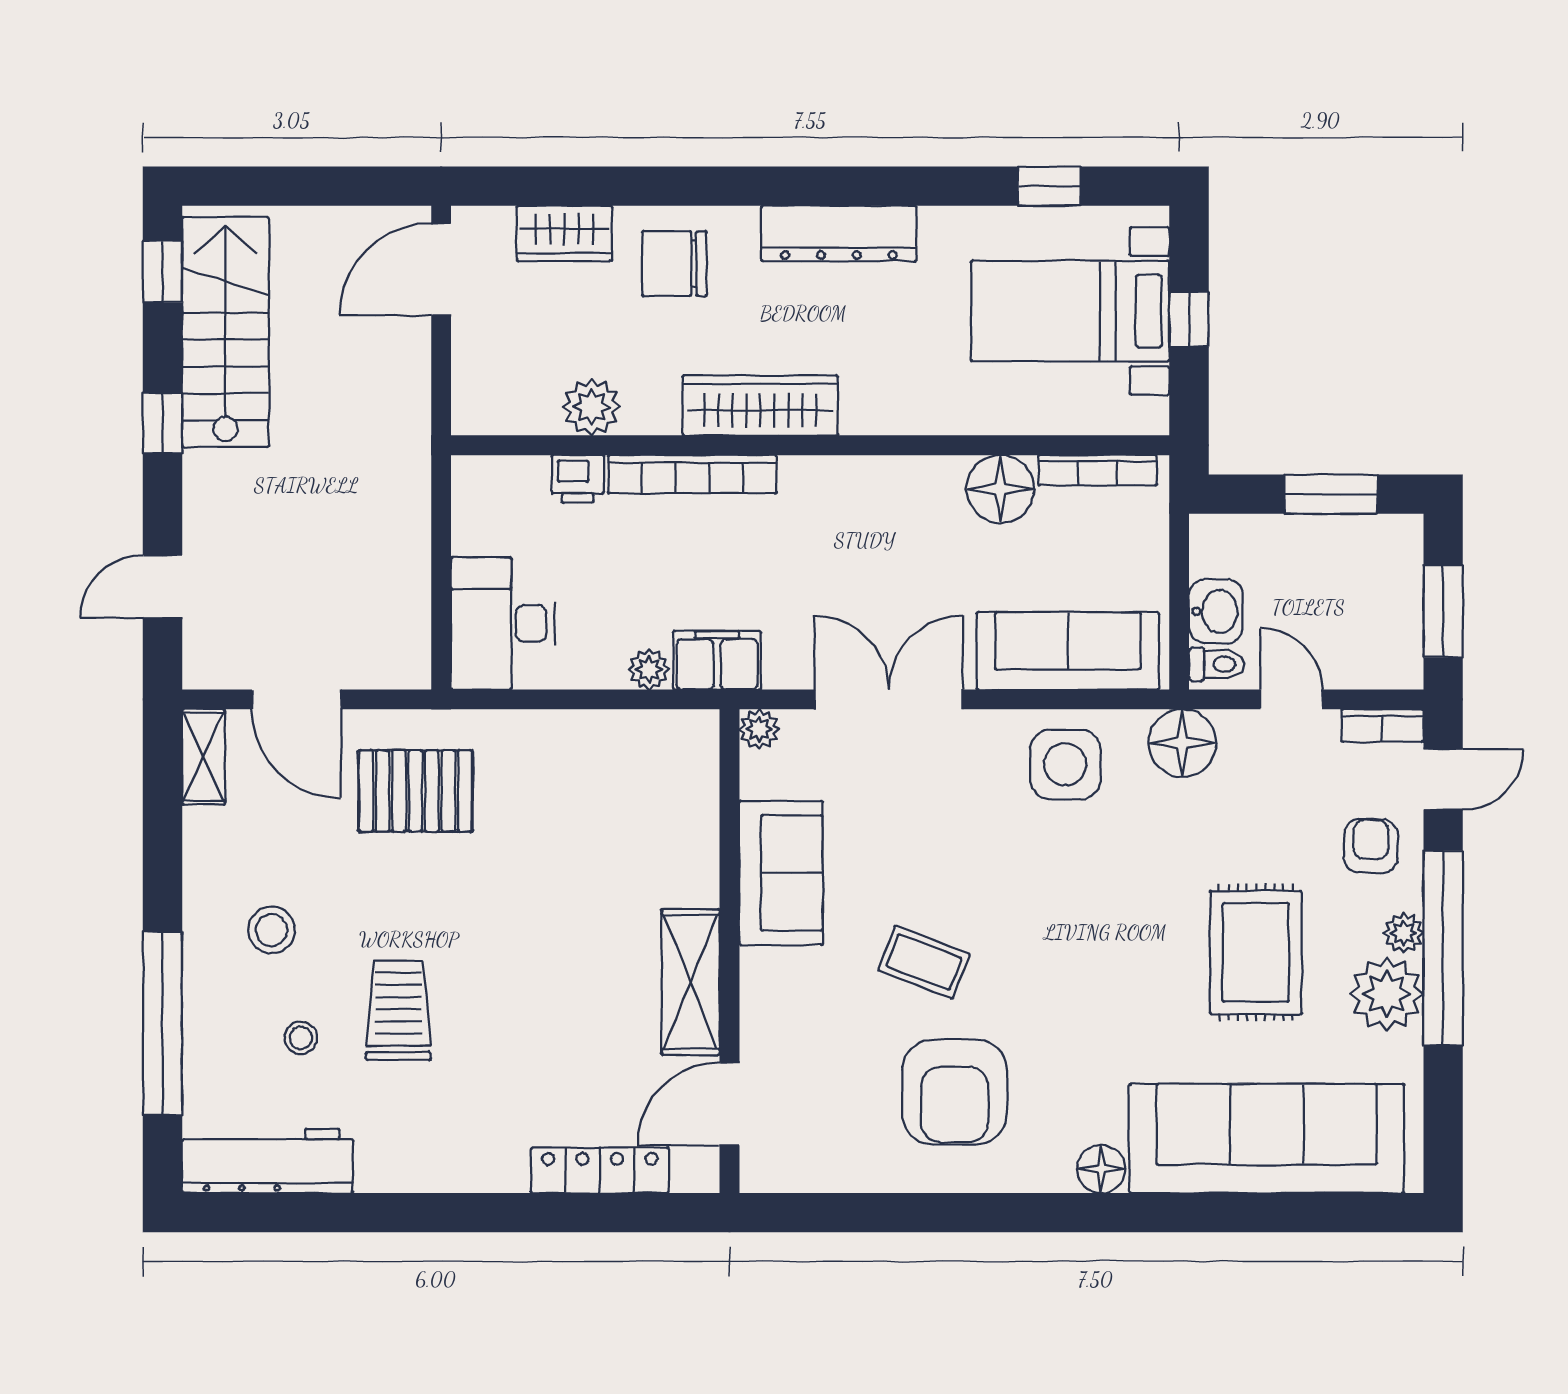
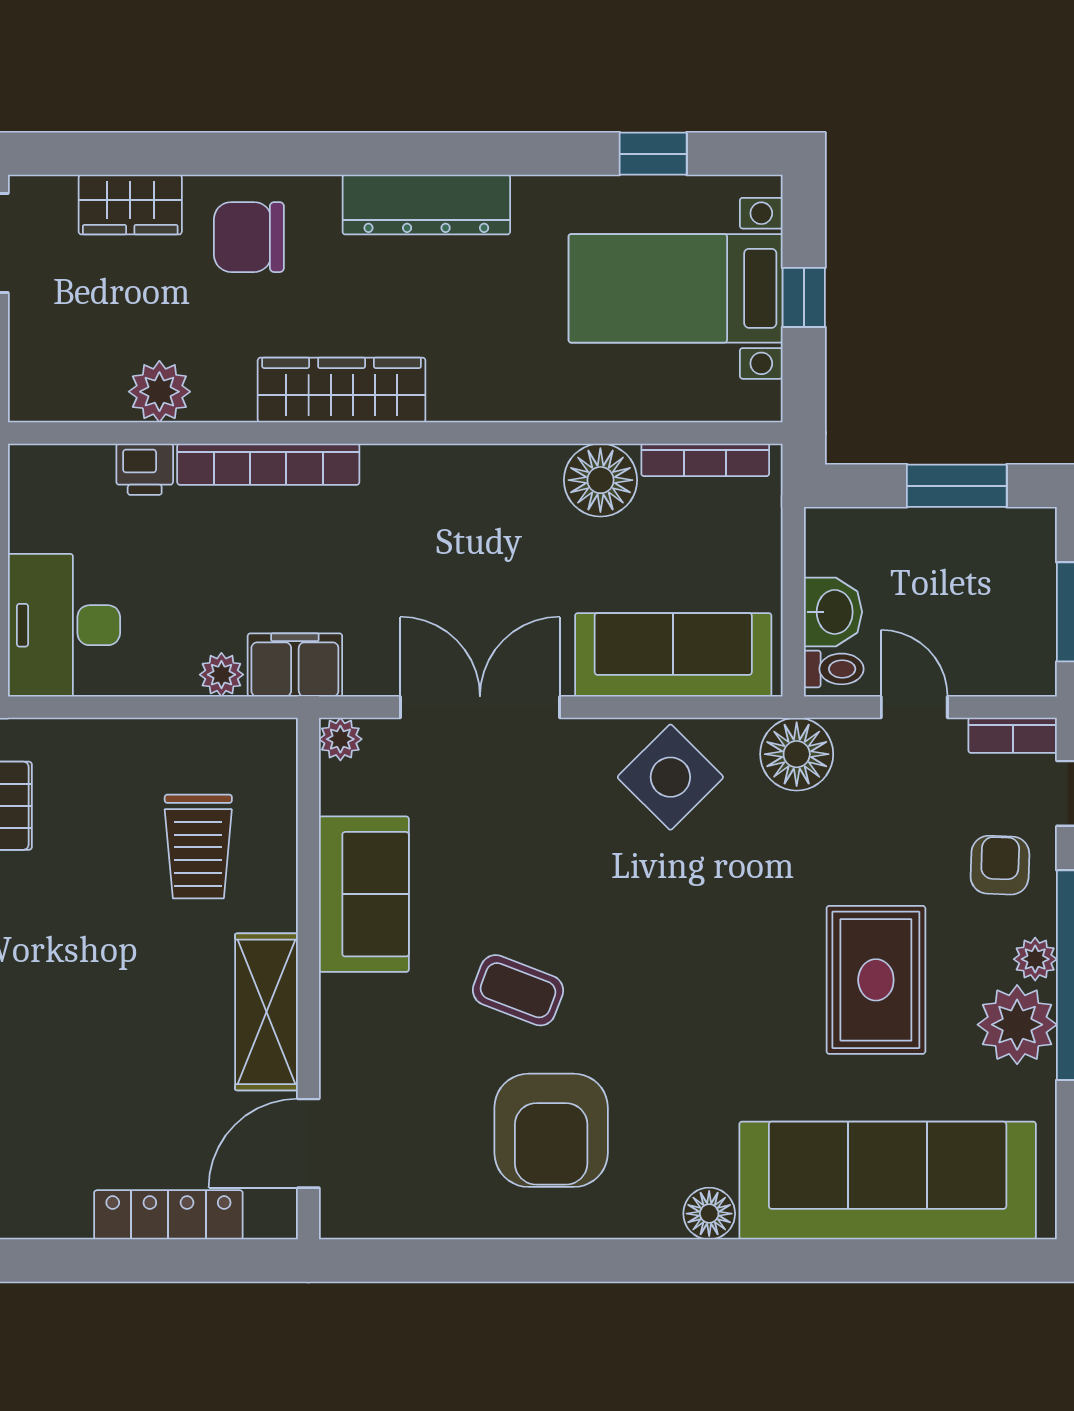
side table: (1065, 764) -> (670, 777), turned 45
trolley: (627, 829) -> (198, 847), added

